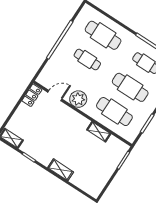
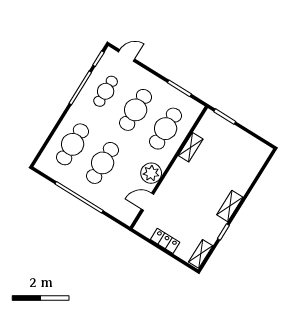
cafe table: (87, 60) -> (103, 163), width x1.37, depth x1.35
locker: (32, 95) -> (165, 241), moved
door: (55, 96) -> (147, 202), hinge flipped
shelving: (61, 170) -> (230, 206), moved

